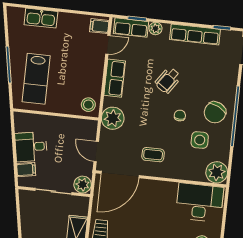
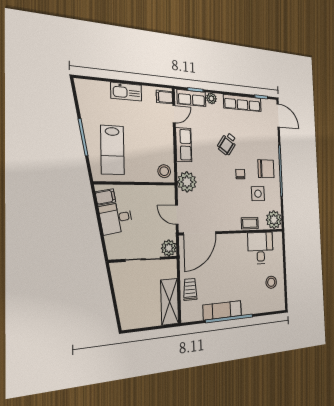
kitchen sink: (41, 18) -> (126, 92), moved
chair: (215, 112) -> (266, 169), turned -116
coffee table: (153, 155) -> (250, 223), moved
filing cabinet: (26, 169) -> (105, 197), moved
desk: (200, 202) -> (260, 248), width x0.73

